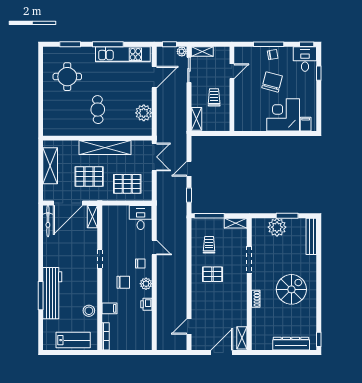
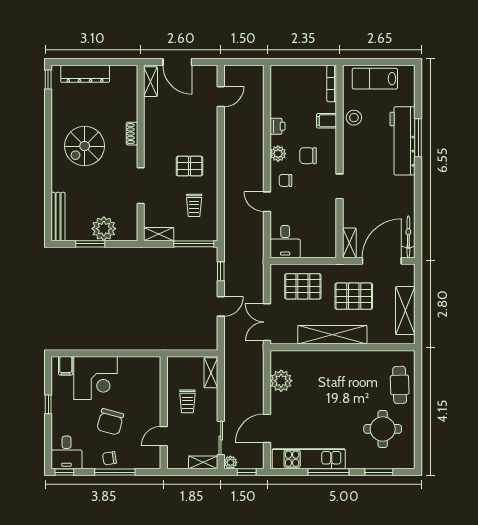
window: (319, 73) -> (48, 404), moved
cafe table: (98, 110) -> (400, 385), moved
door: (222, 353) -> (177, 62), hinge flipped

